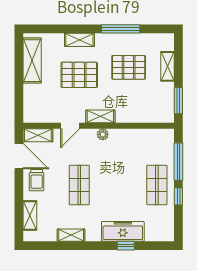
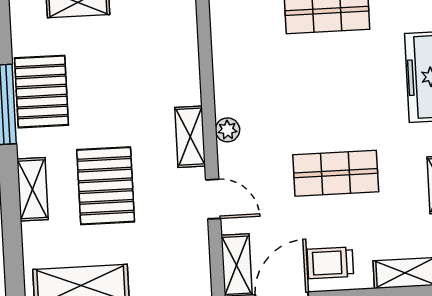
pallet: (129, 67) -> (41, 92), moved
trolley: (37, 180) -> (330, 263), turned 180

